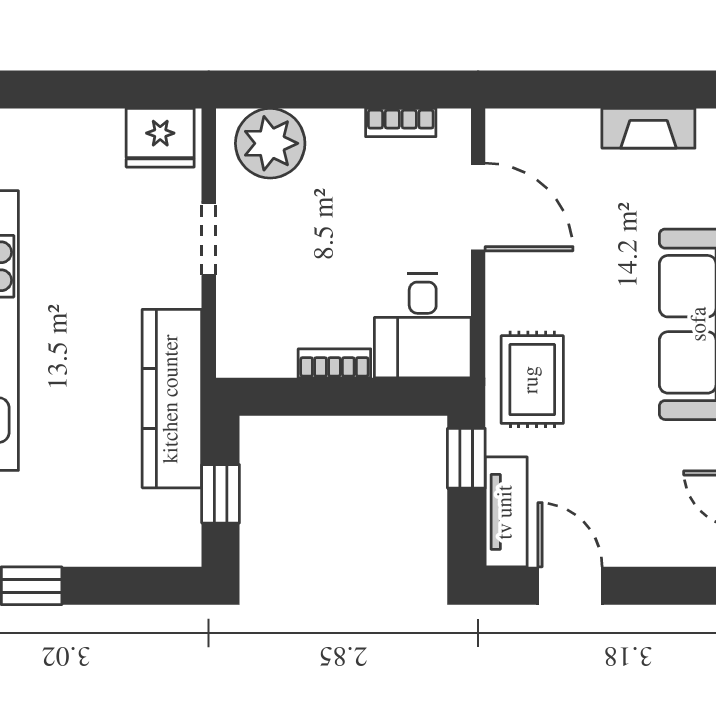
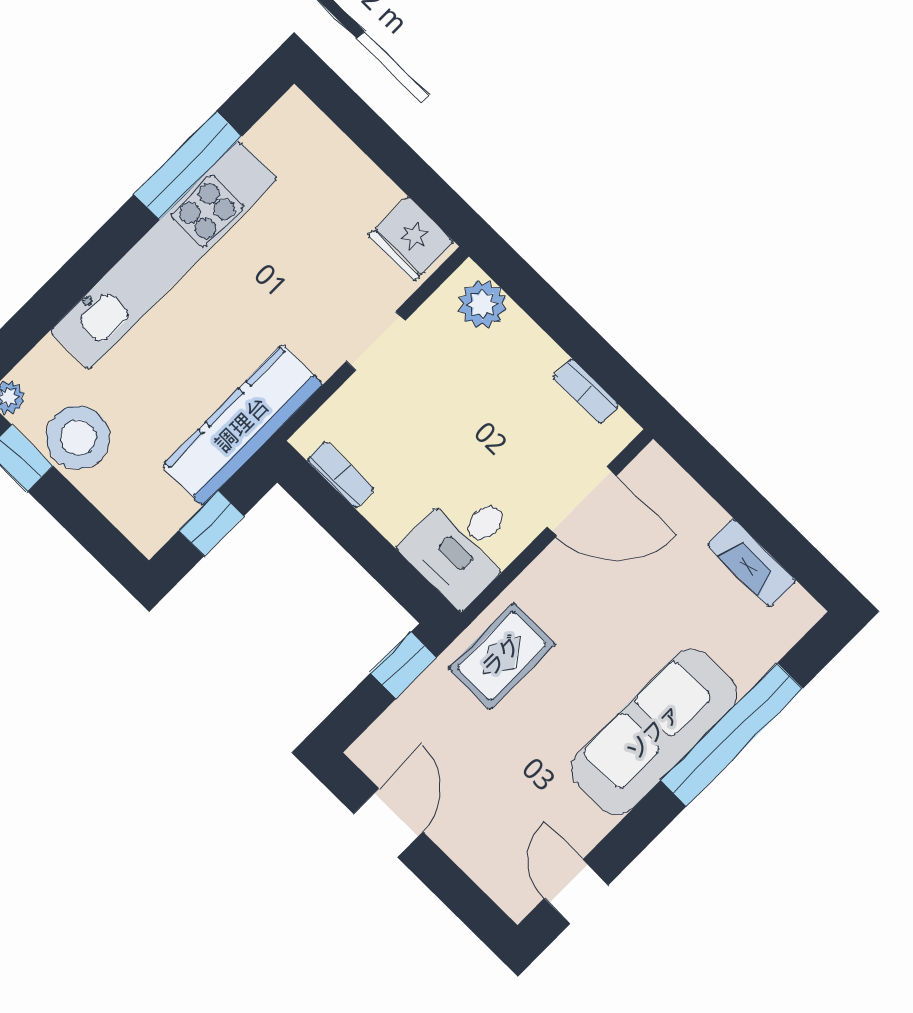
plant: (270, 143) -> (483, 304), width x0.73, depth x0.73
door: (478, 207) -> (582, 501), hinge flipped
bookcase: (334, 363) -> (341, 475), moved
tv unit: (506, 512) -> (394, 729), removed
stool: (60, 528) -> (78, 437), added

